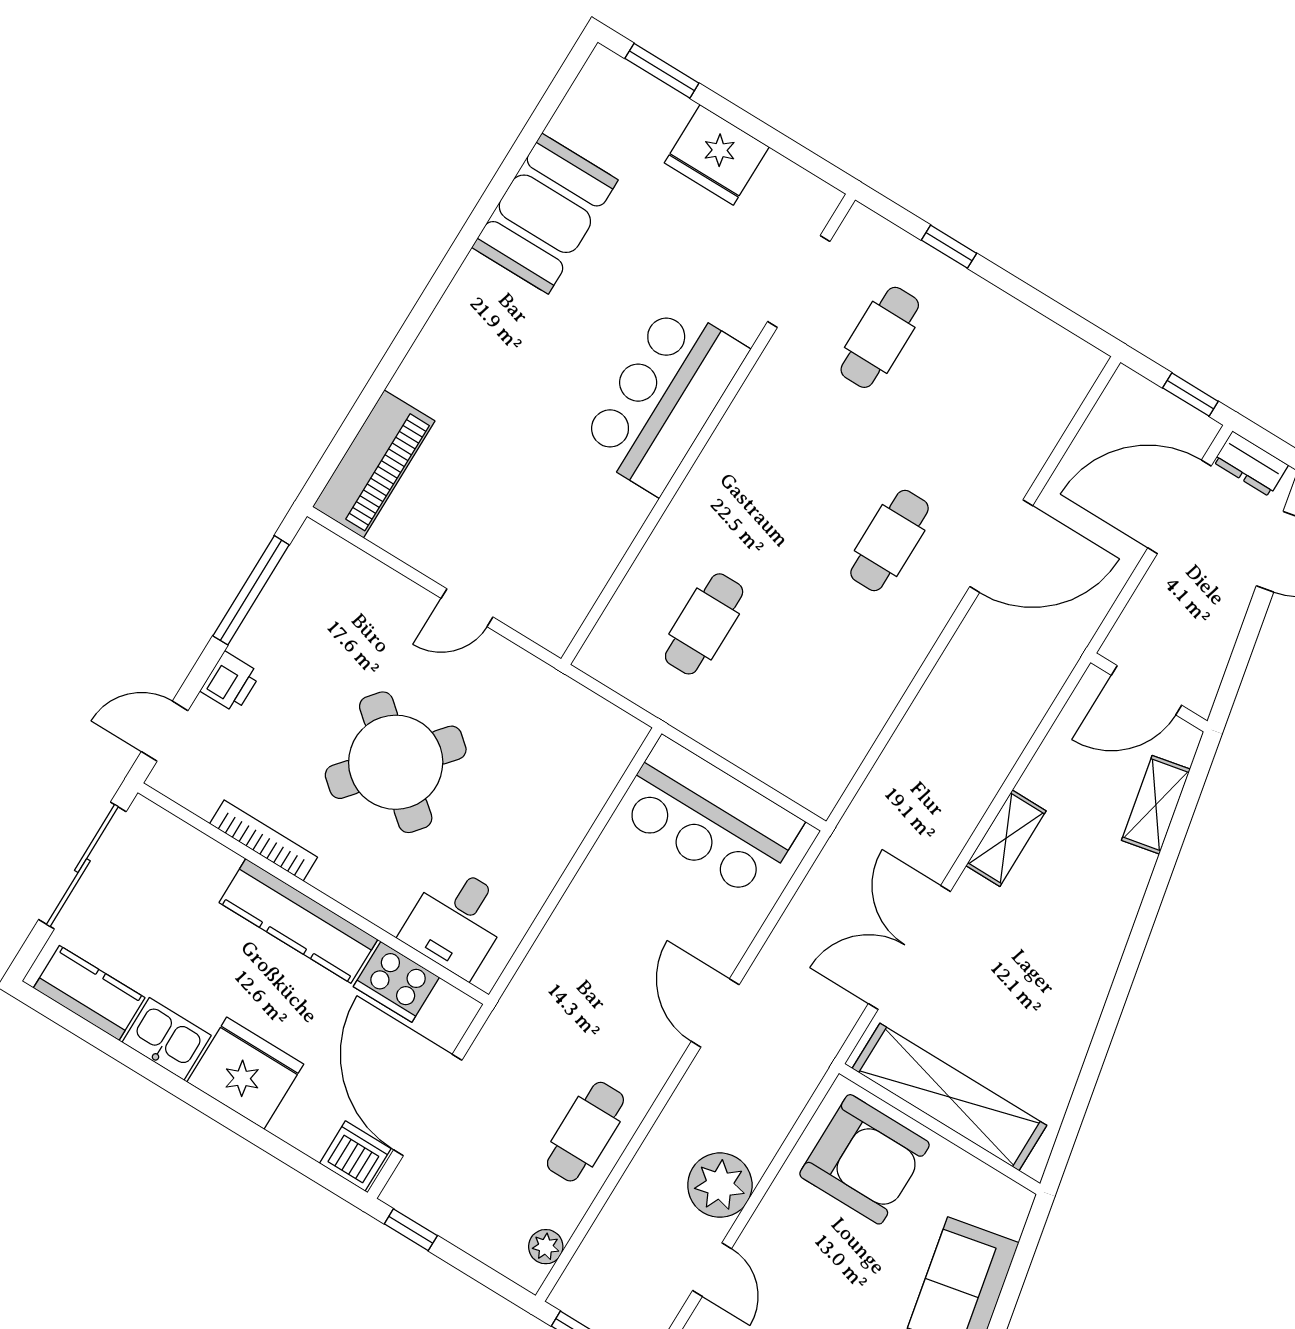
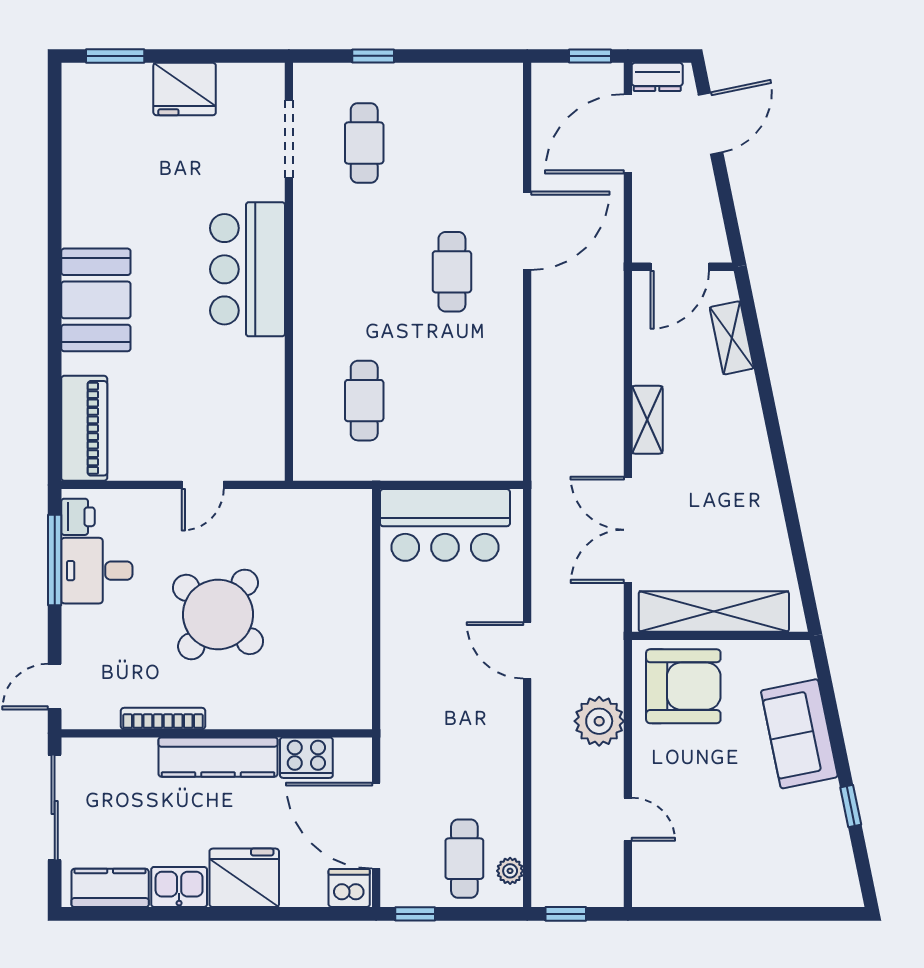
booth: (545, 214) -> (96, 300), moved
printer: (230, 682) -> (78, 517), moved
desk: (457, 921) -> (97, 571), moved, turned 90
cafe table: (585, 1132) -> (464, 859), moved
plant: (720, 1185) -> (599, 721), moved

